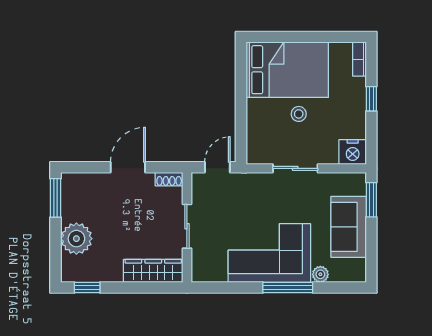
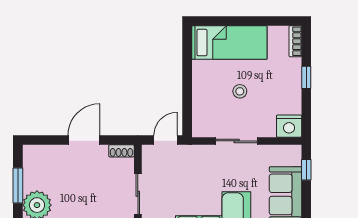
bed: (287, 70) -> (229, 43), width x0.67
window: (56, 198) -> (18, 185), moved
window: (371, 200) -> (306, 170), width x0.67

